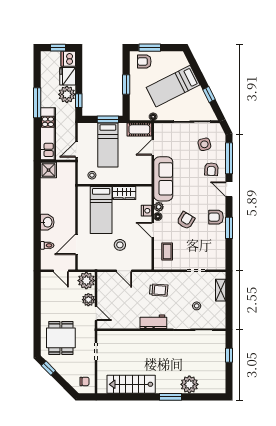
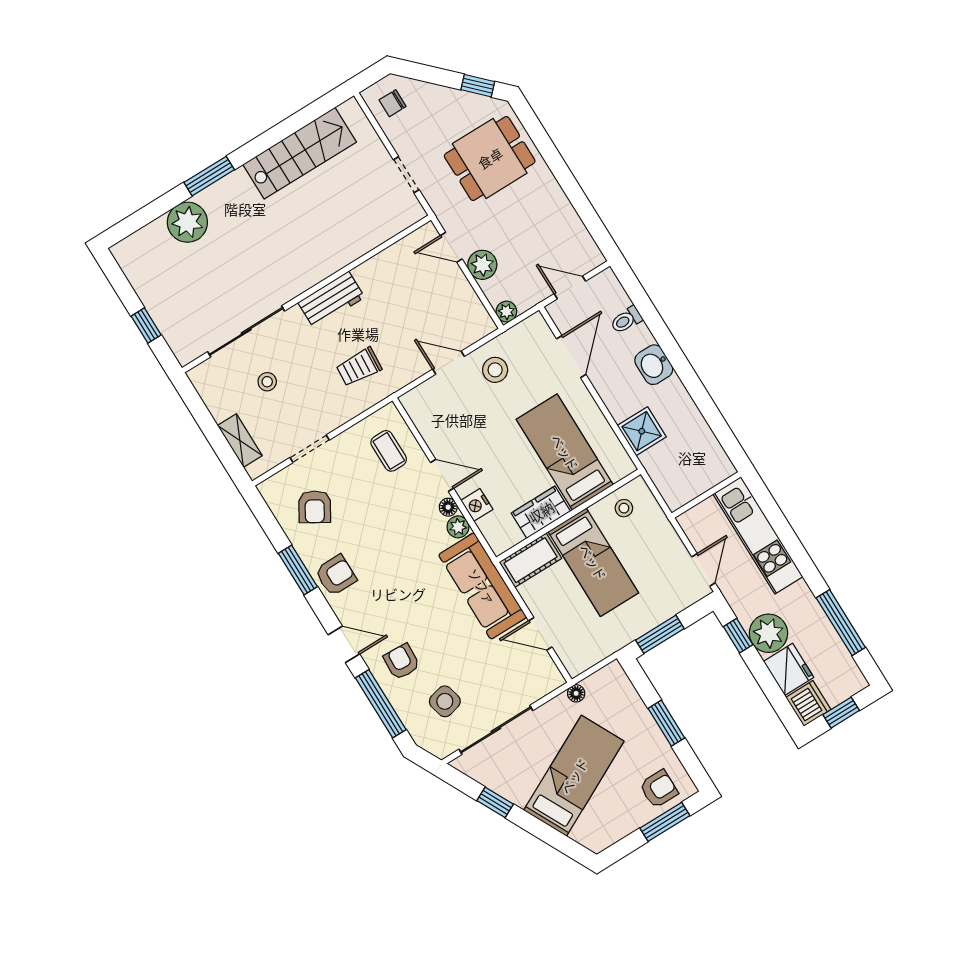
window: (37, 103) -> (841, 623), moved
cot: (139, 129) -> (530, 560), moved
bed: (108, 145) -> (593, 562), moved, turned 180
door: (153, 147) -> (540, 634), swing flipped
door: (76, 150) -> (704, 570), moved
shower: (49, 170) -> (642, 431), moved
armchair: (186, 220) -> (315, 507), moved
stool: (120, 245) -> (495, 370), moved
plant: (86, 281) -> (506, 312), width x0.53, depth x0.53
dining table: (61, 338) -> (490, 158), turned 90

